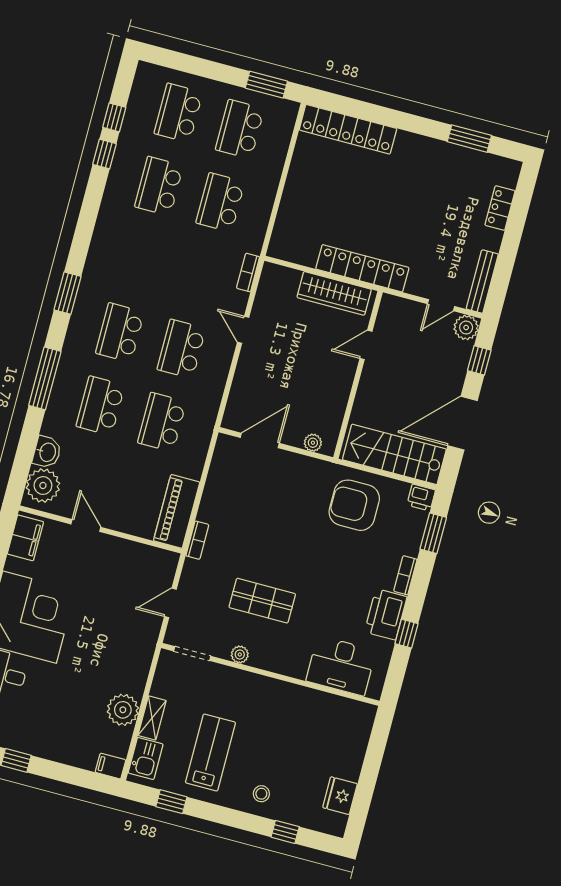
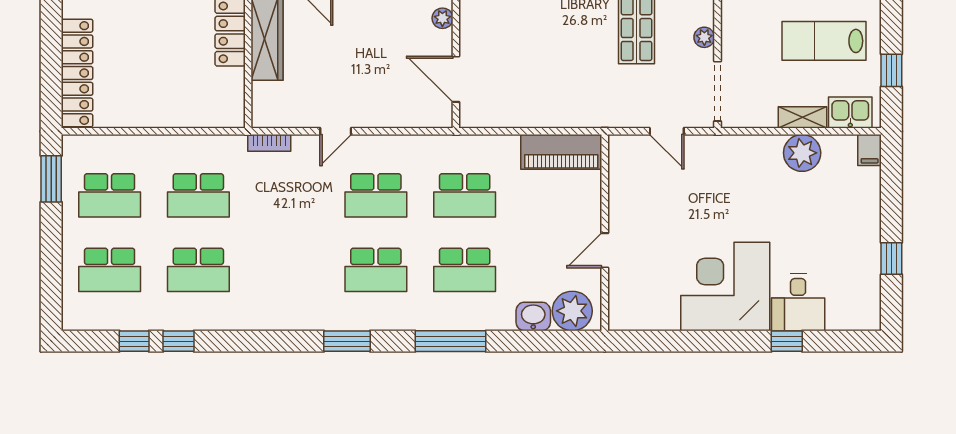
filing cabinet: (25, 538) -> (637, 315), removed
bookcase: (197, 540) -> (588, 120), removed
doorway: (192, 654) -> (718, 91), width x1.38

